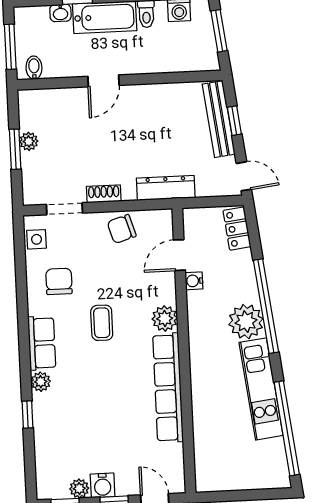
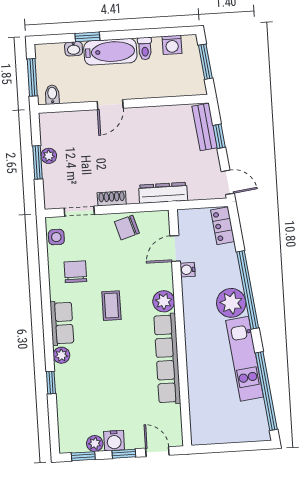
bench: (219, 119) -> (205, 127), width x0.73

